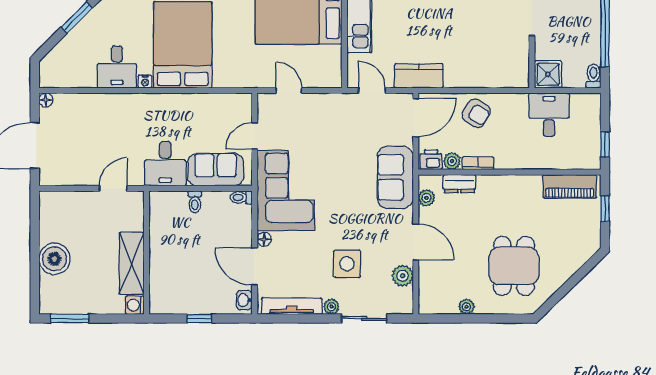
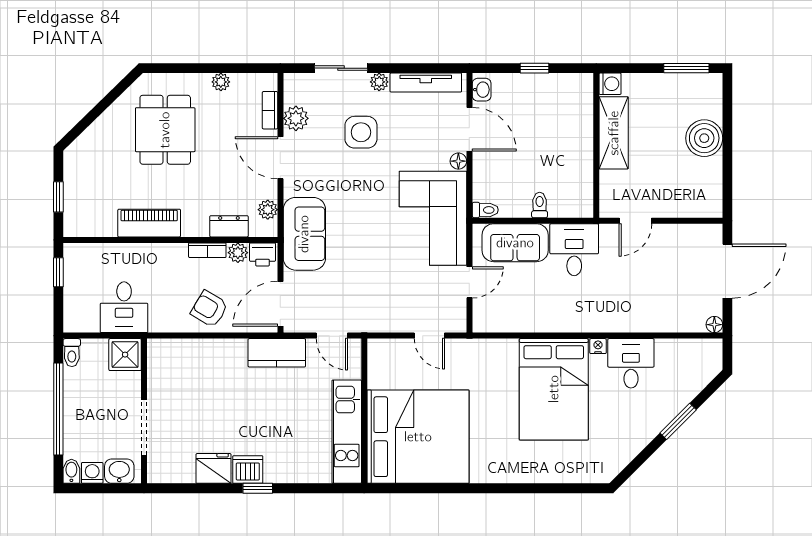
piano: (570, 186) -> (149, 223), moved
bookcase: (425, 283) -> (270, 110), added

